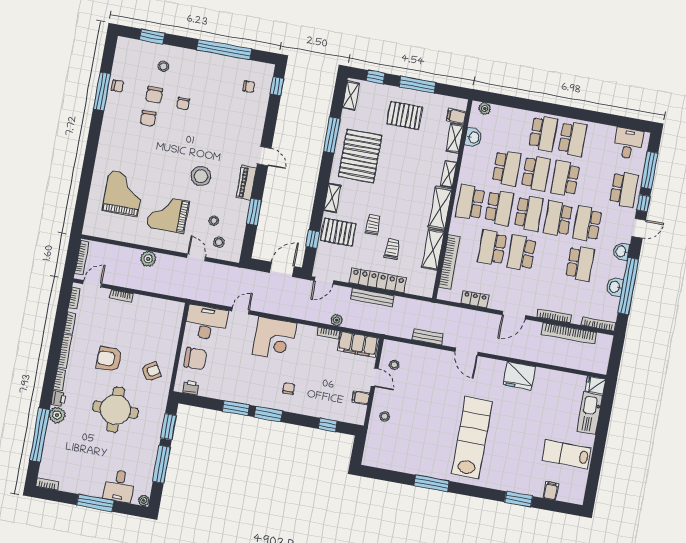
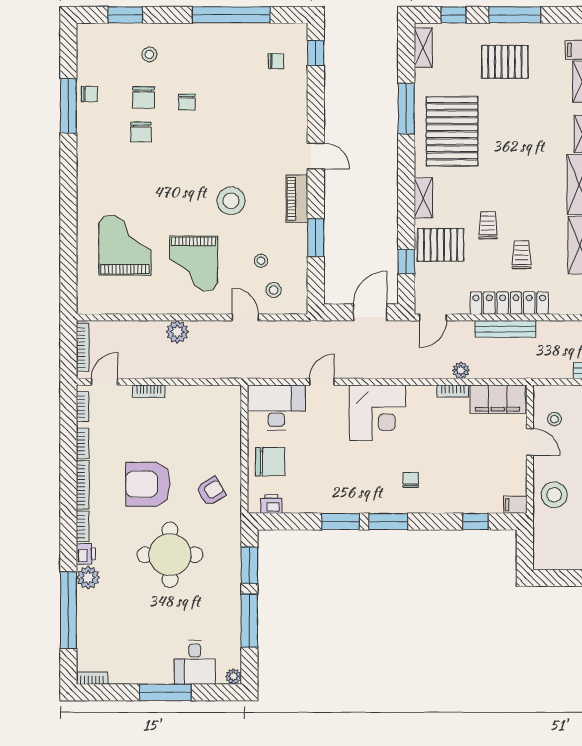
grand piano: (168, 214) -> (194, 263), turned -90
armchair: (109, 359) -> (148, 484), width x1.36, depth x1.36
filing cabinet: (361, 398) -> (515, 505), moved
stool: (385, 416) -> (554, 495), width x1.89, depth x1.89

